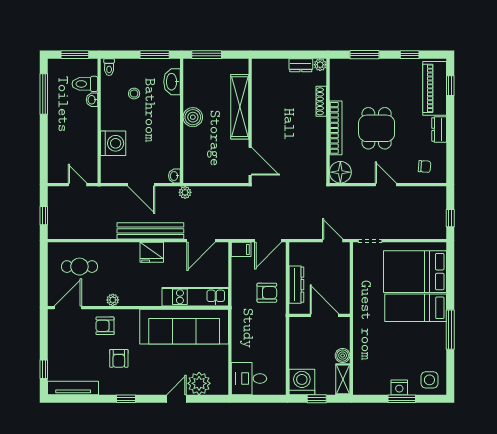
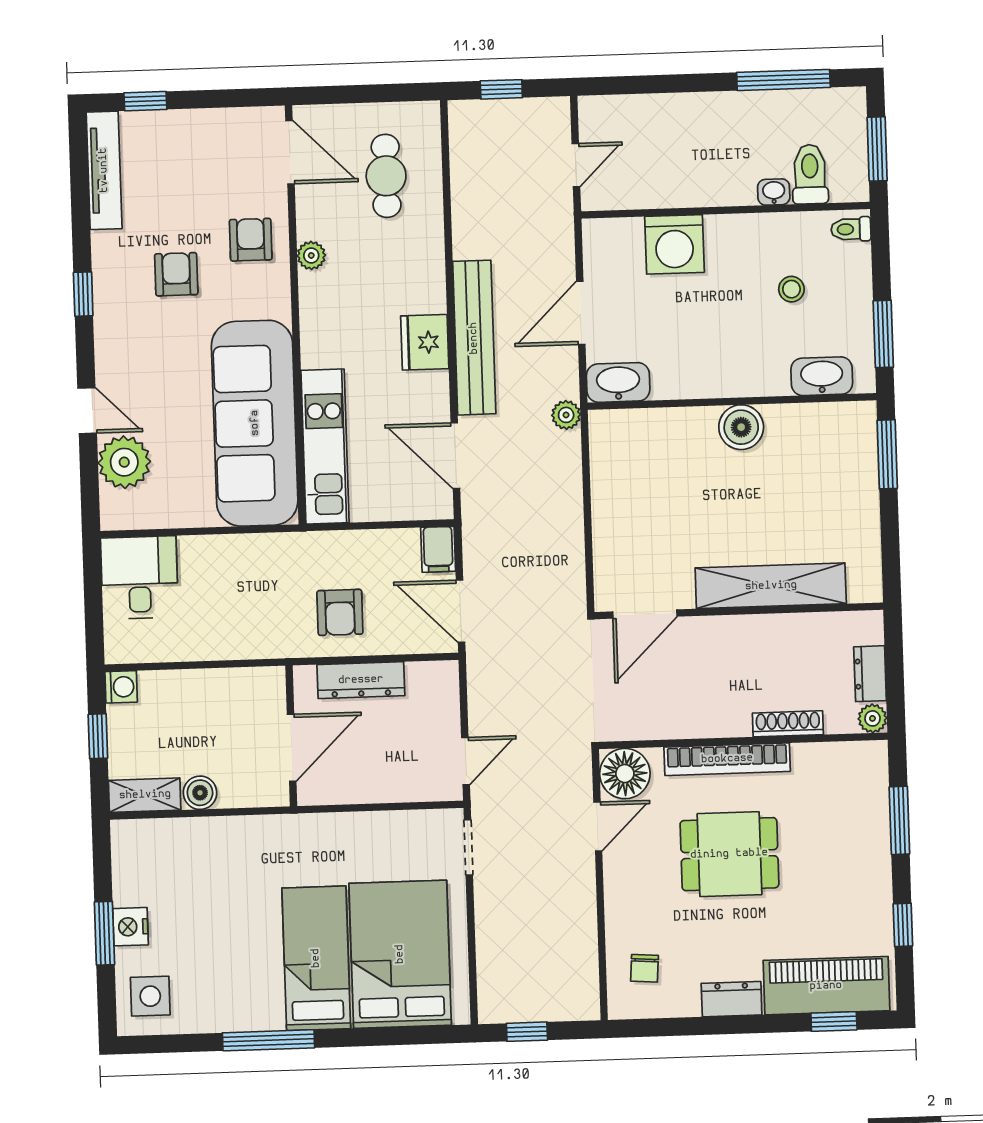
shelving: (240, 107) -> (771, 586), moved
wall: (250, 121) -> (739, 611), moved
door: (250, 161) -> (645, 614), moved
washbasin: (174, 176) -> (618, 382), width x1.91, depth x1.45
door: (386, 185) -> (598, 827), moved
armchair: (119, 358) -> (176, 274), turned 90
washing machine: (302, 382) -> (121, 687), width x0.53, depth x0.53

